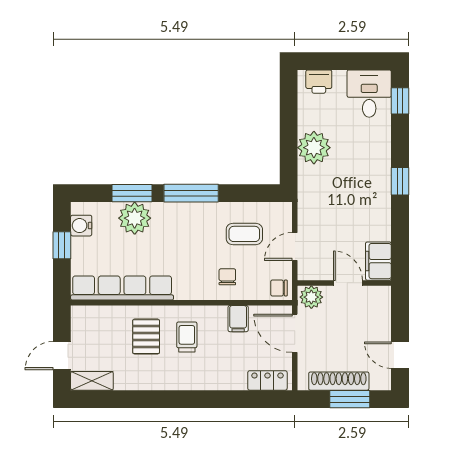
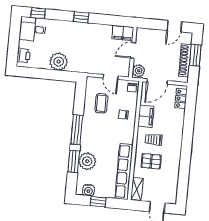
filing cabinet: (238, 319) -> (146, 116), width x2.00
shelving: (92, 381) -> (137, 189), moved

